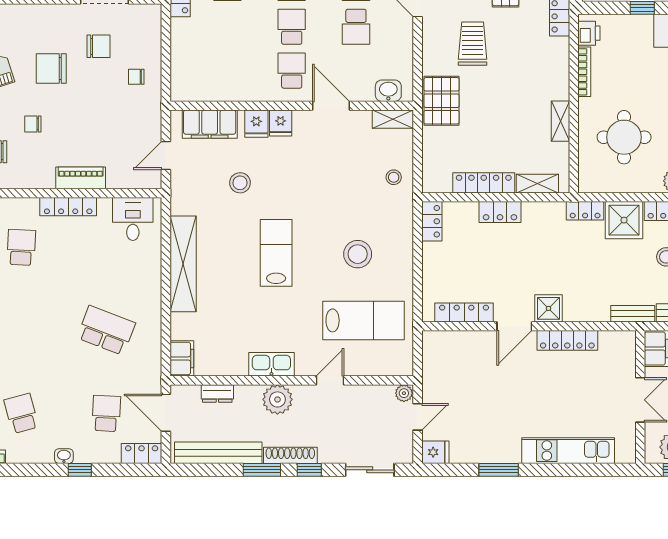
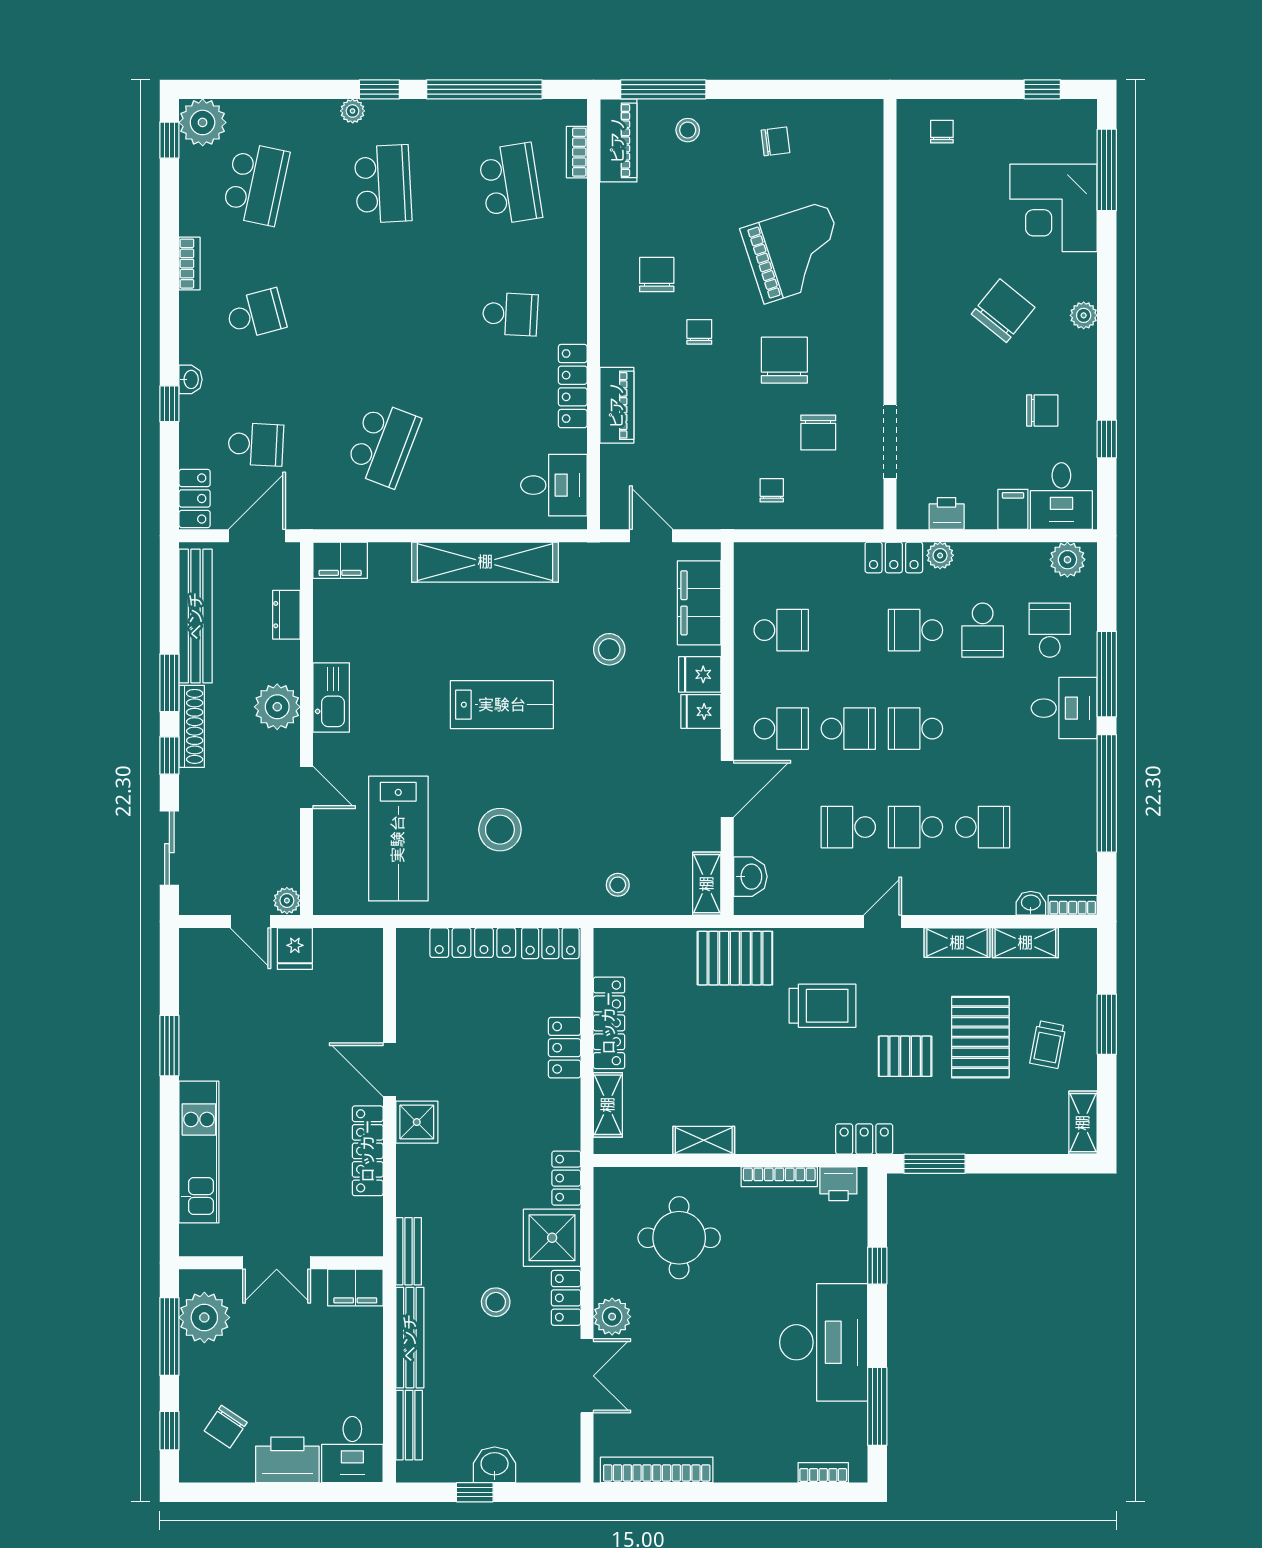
school desk: (227, 71) -> (781, 630), added
locker: (464, 312) -> (473, 943), moved, turned 90
fridge: (435, 452) -> (295, 949), moved

